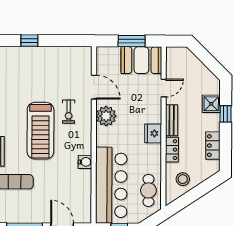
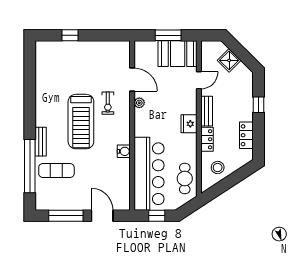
shower: (211, 104) -> (229, 60), moved, turned 45
plant: (106, 116) -> (139, 103), width x0.53, depth x0.53

